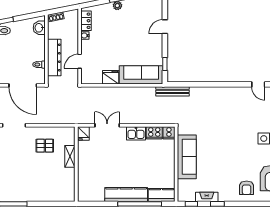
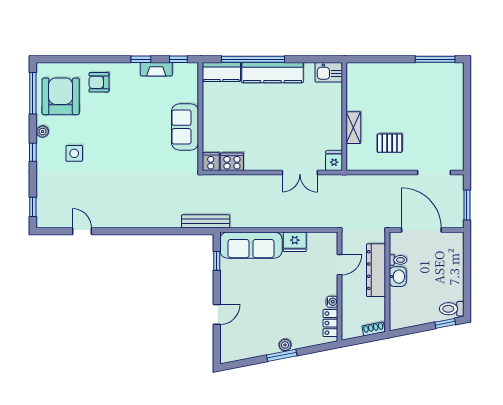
washbasin: (39, 28) -> (398, 277), moved
kitchen sink: (136, 133) -> (329, 72), moved, turned 180
sofa: (187, 157) -> (185, 127), width x0.73
armchair: (247, 188) -> (99, 82), turned -90

